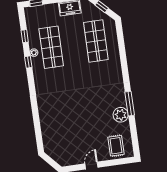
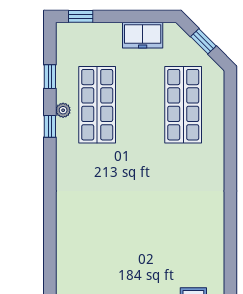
window: (130, 104) -> (230, 232), removed
plant: (121, 115) -> (211, 251), removed

